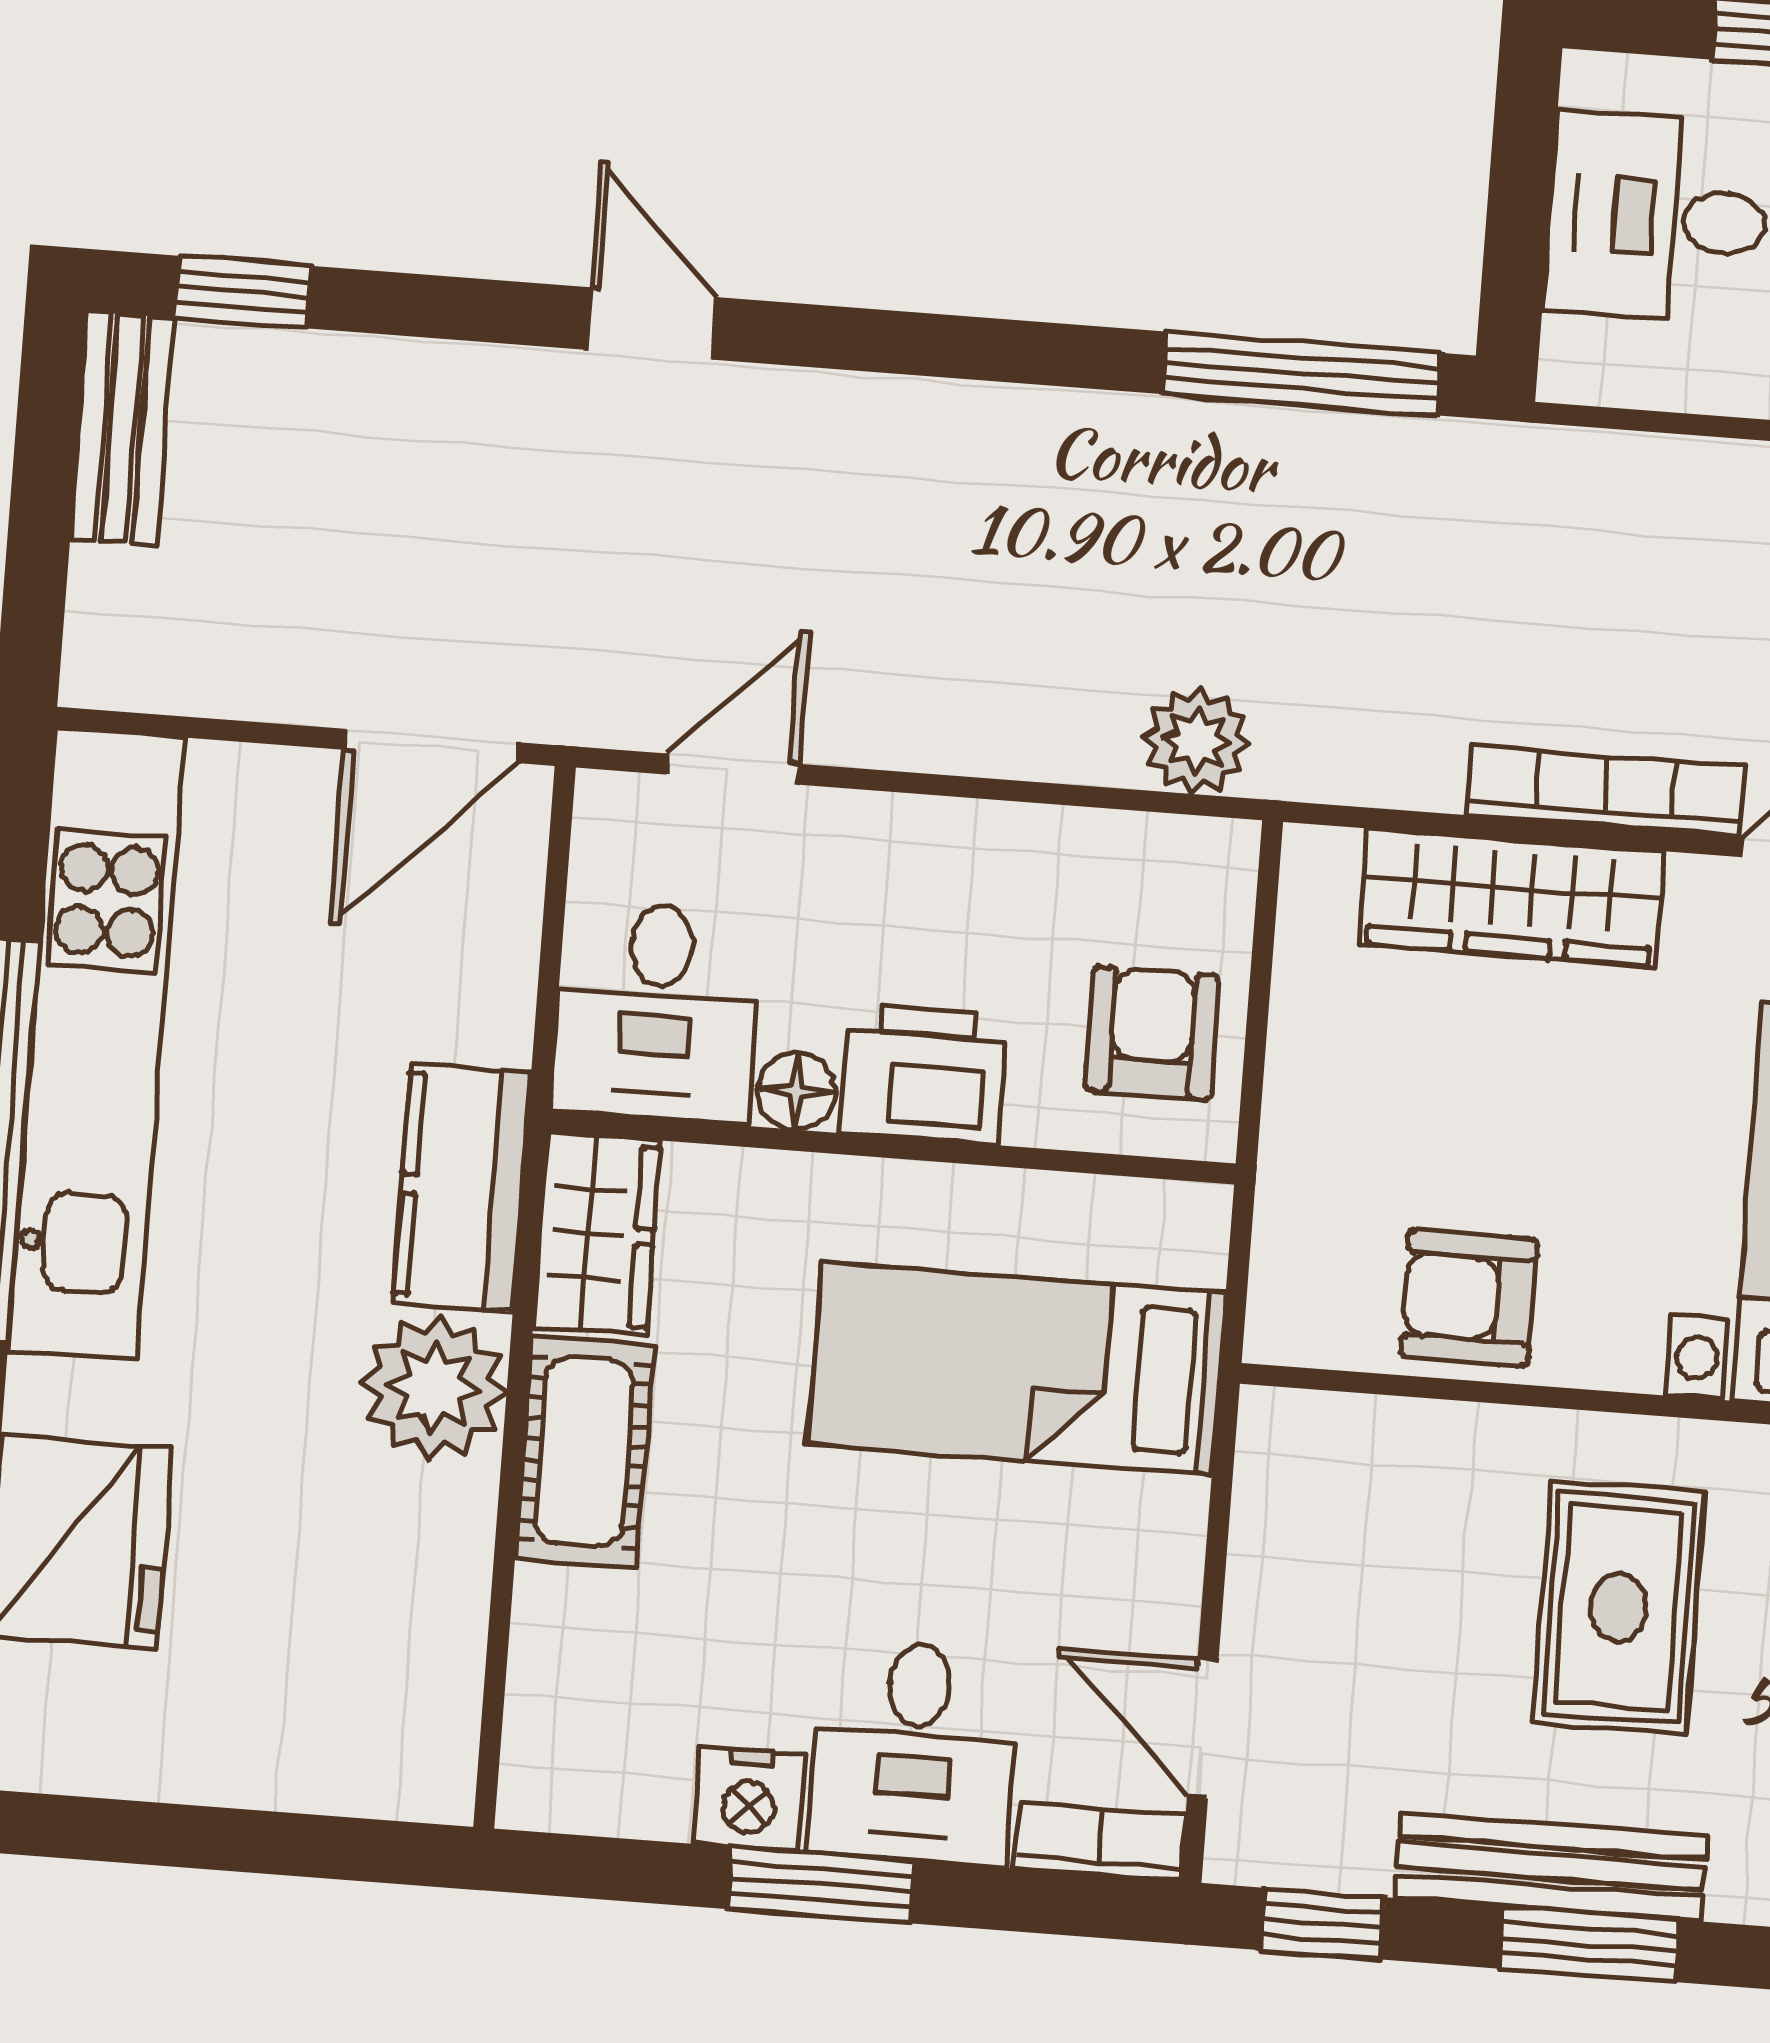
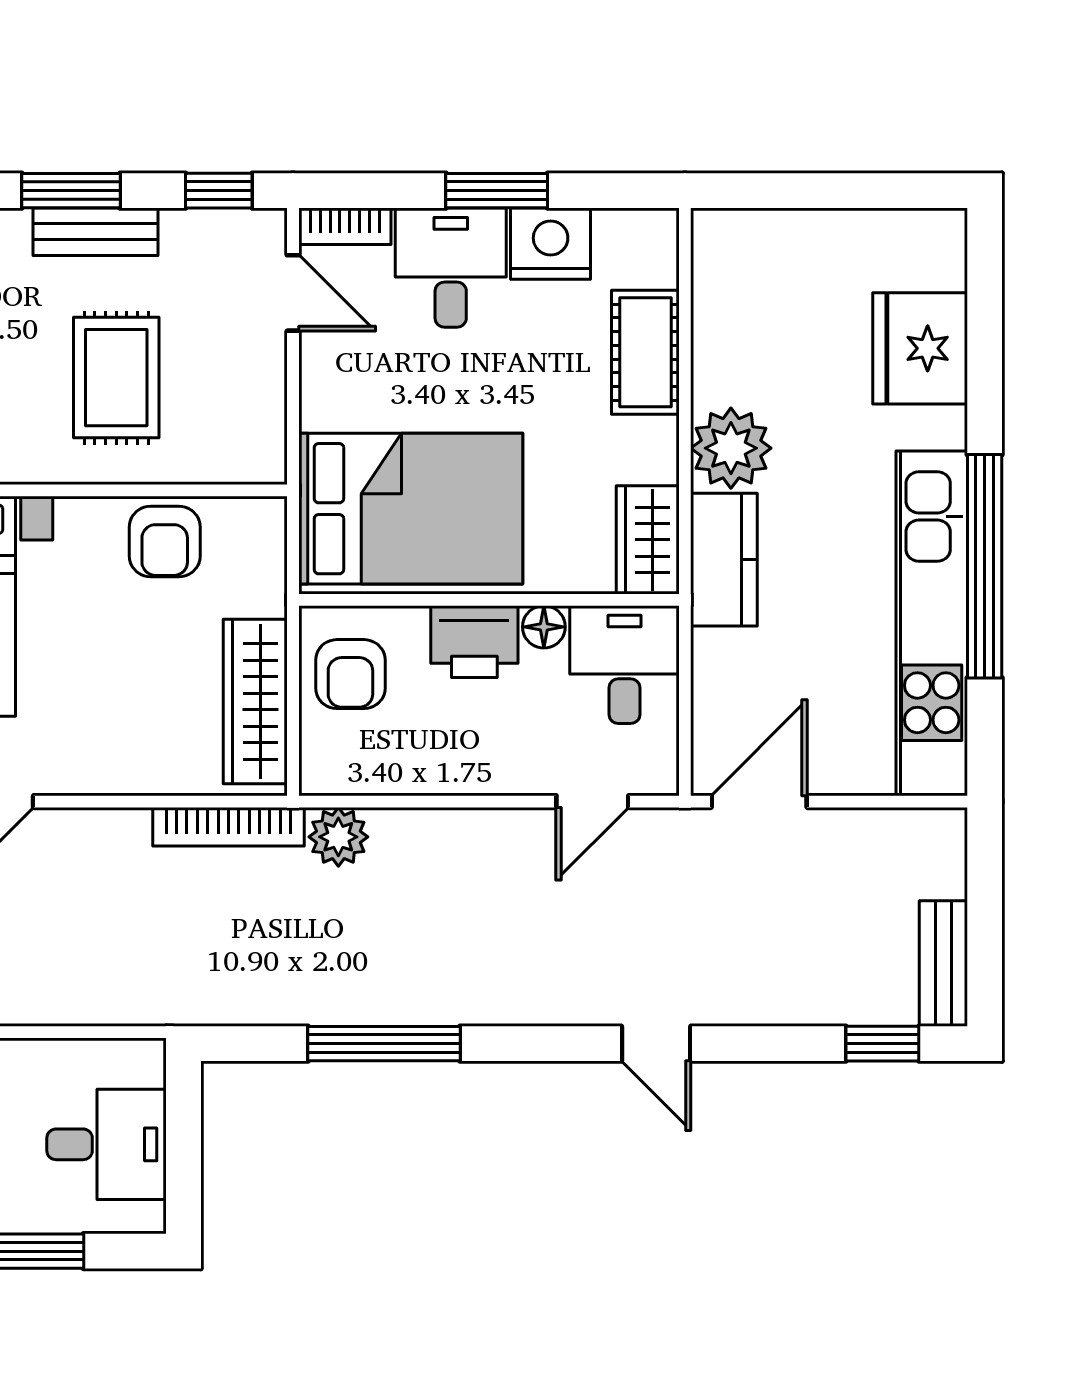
window: (1302, 374) -> (384, 1044), moved
bookcase: (1605, 791) -> (228, 827), moved
wardrobe: (1512, 897) -> (255, 701), moved, turned -90
armchair: (1469, 1298) -> (165, 542), turned 90
bed: (1017, 1369) -> (411, 509), width x1.50
cot: (584, 1452) -> (645, 352), moved
rug: (1619, 1608) -> (116, 378), moved
nightstand: (749, 1799) -> (551, 244), width x1.36, depth x1.33
bench: (1551, 1867) -> (96, 232), width x0.73

